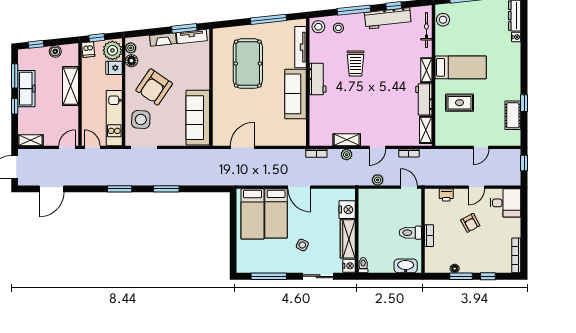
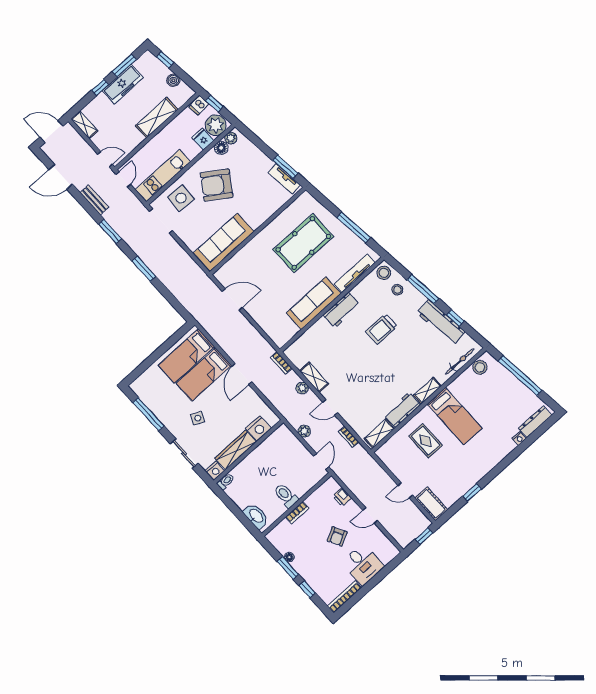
fireplace: (163, 40) -> (261, 158), removed
cot: (513, 115) -> (431, 504), moved, turned 90
bench: (88, 180) -> (94, 200), added
desk: (505, 203) -> (363, 565), moved

